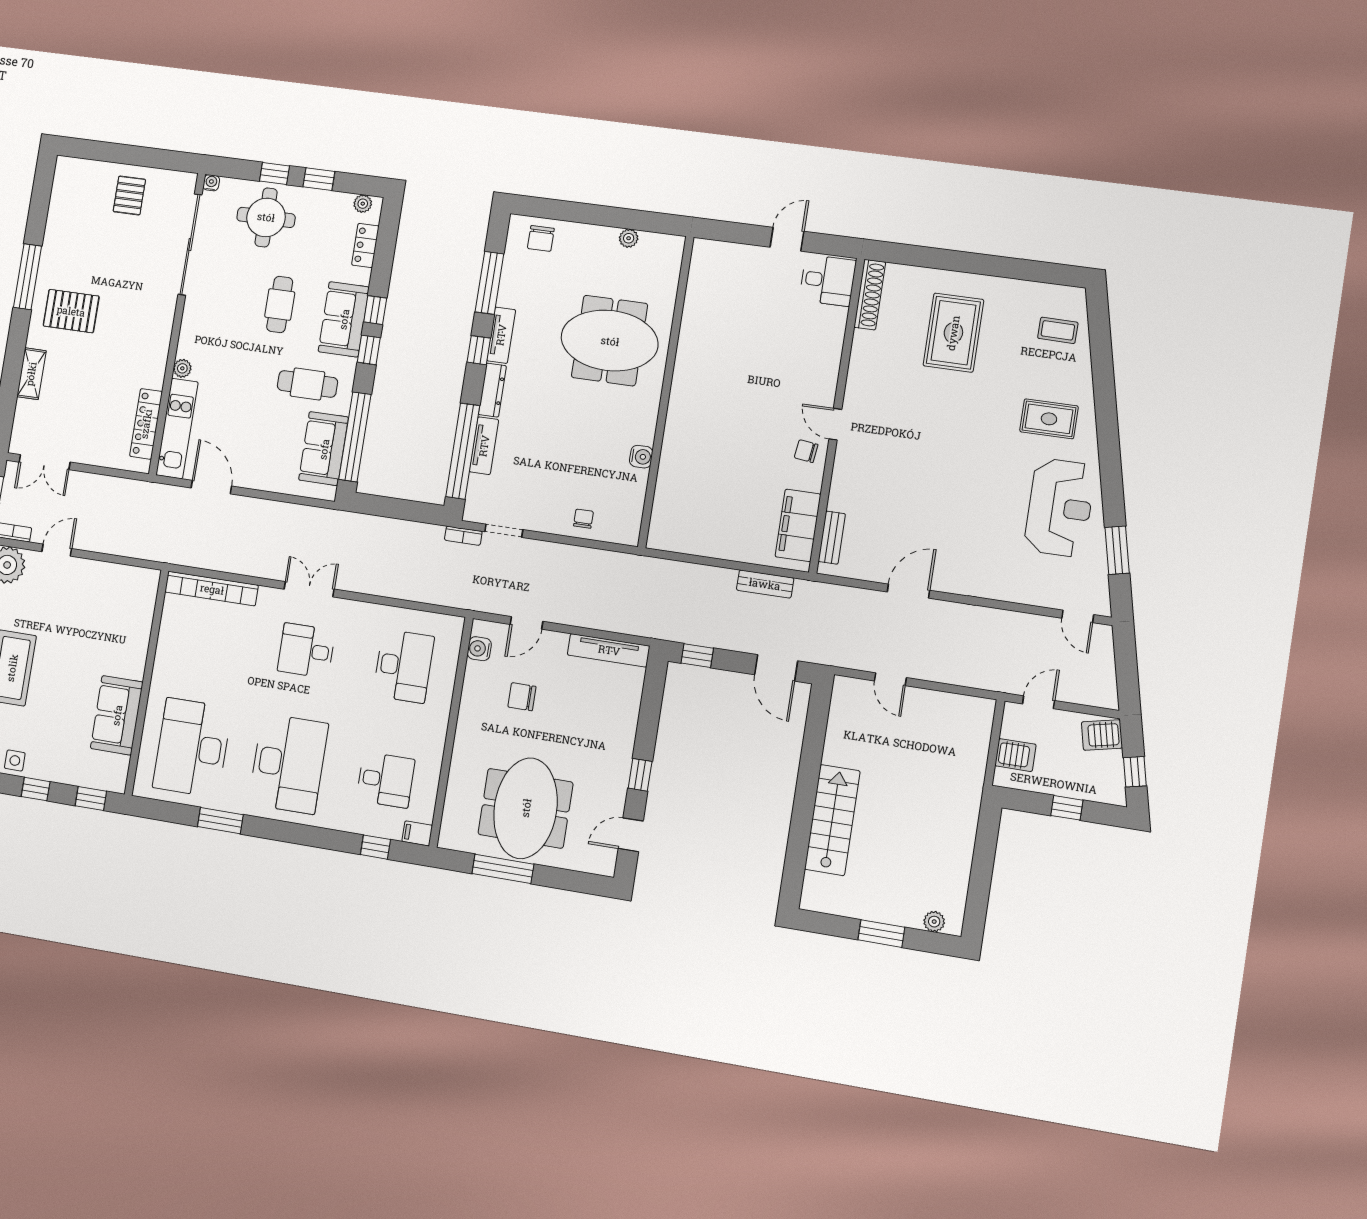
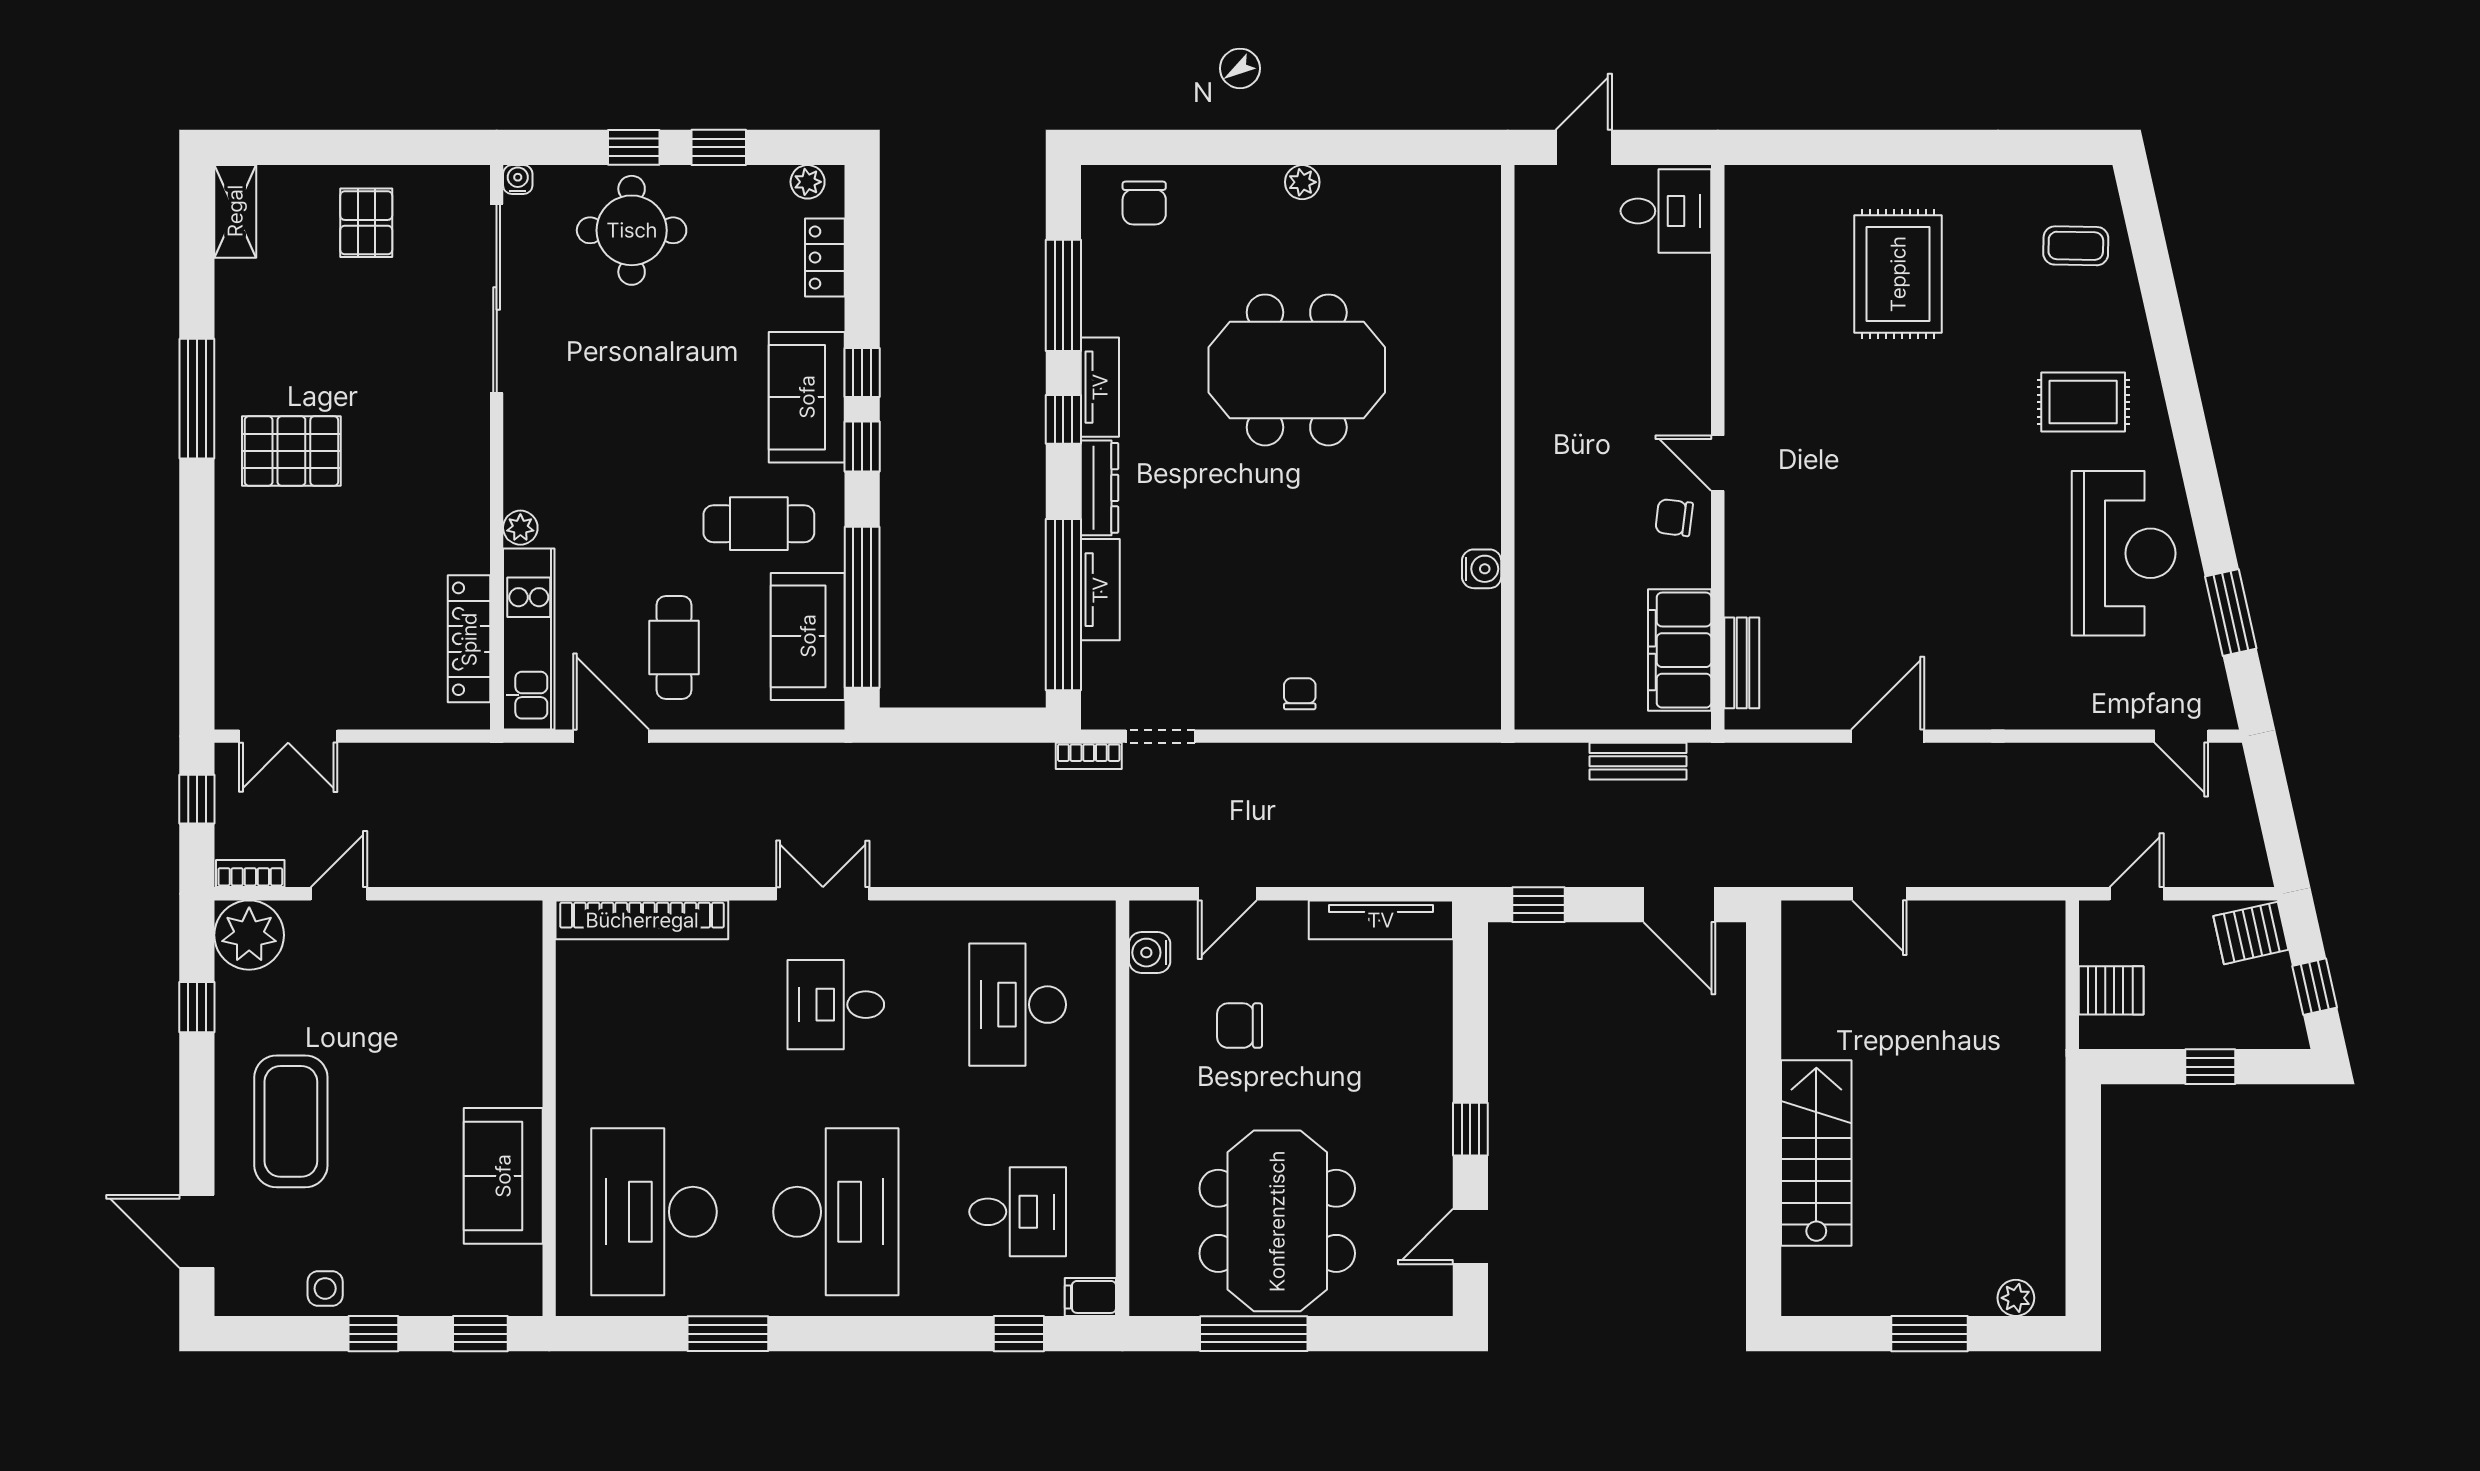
shoe rack: (870, 295) -> (1743, 227), removed
cafe table: (280, 304) -> (674, 647), moved
shelving: (31, 374) -> (235, 211), moved
wall: (666, 392) -> (1508, 447), moved
water cooler: (641, 457) -> (1482, 569), moved
desk: (403, 666) -> (1018, 1005), turned 180

